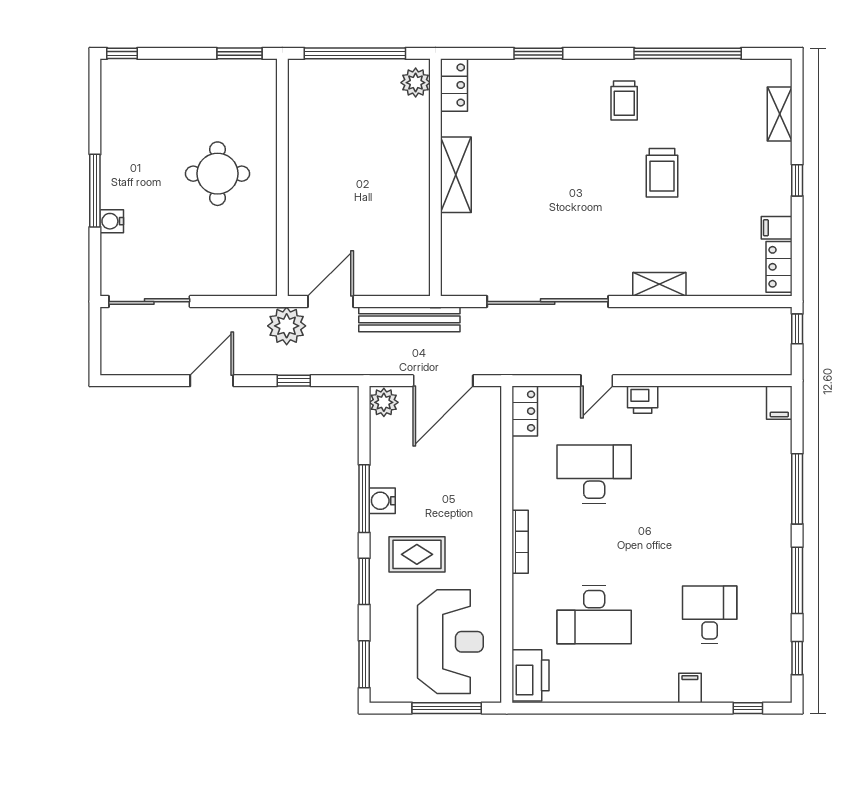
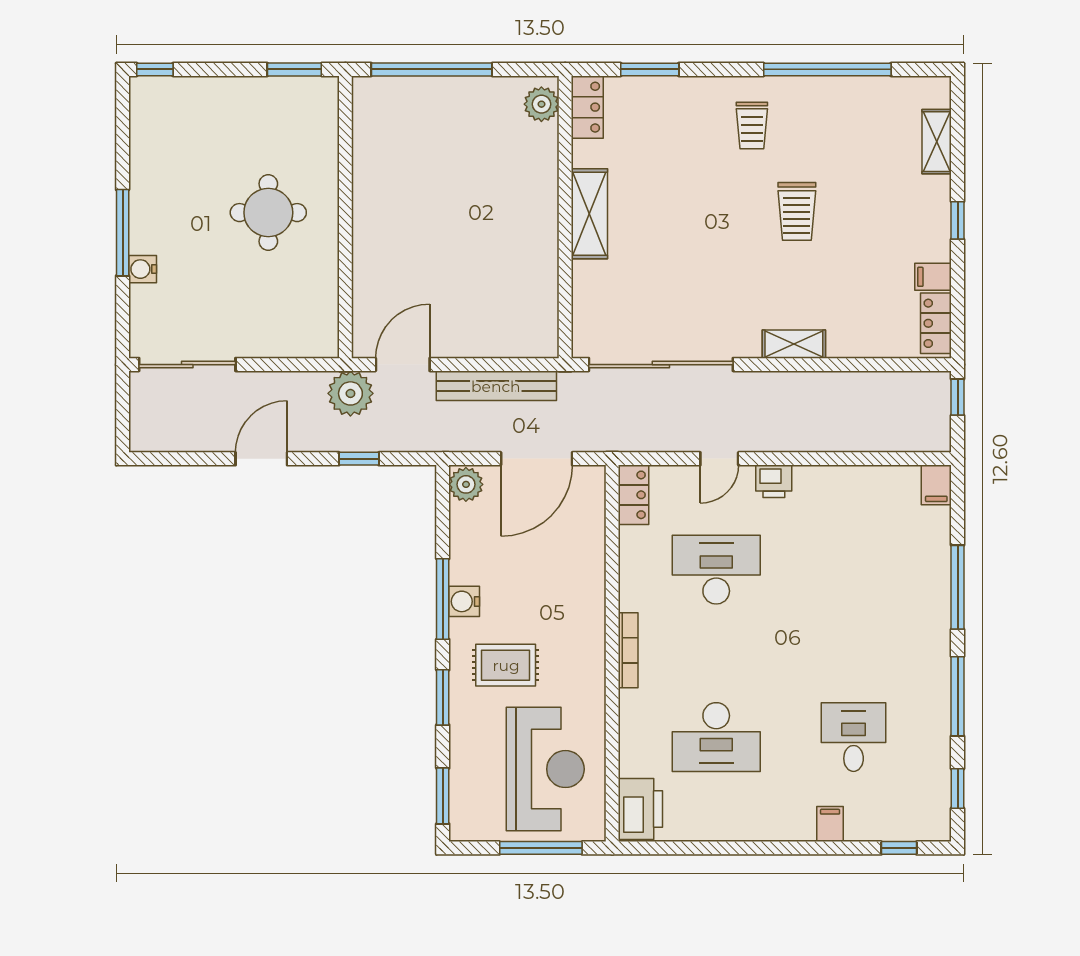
plant: (416, 83) -> (541, 104), moved
locker: (454, 85) -> (587, 107), moved
shelving: (456, 175) -> (589, 214), moved
wall: (435, 177) -> (565, 217), moved

